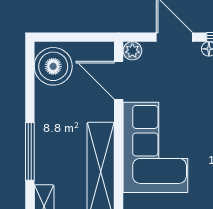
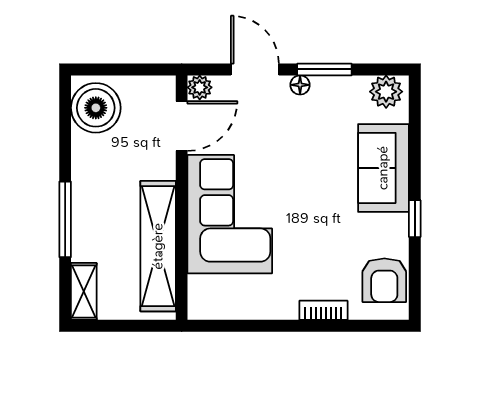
door: (119, 80) -> (182, 126), swing flipped

